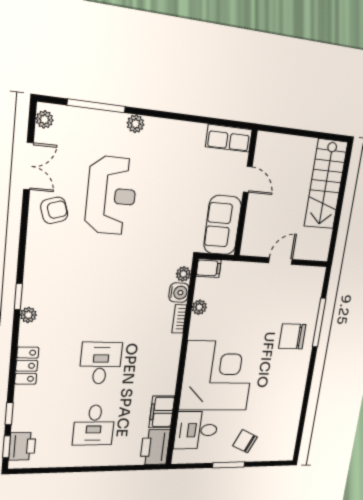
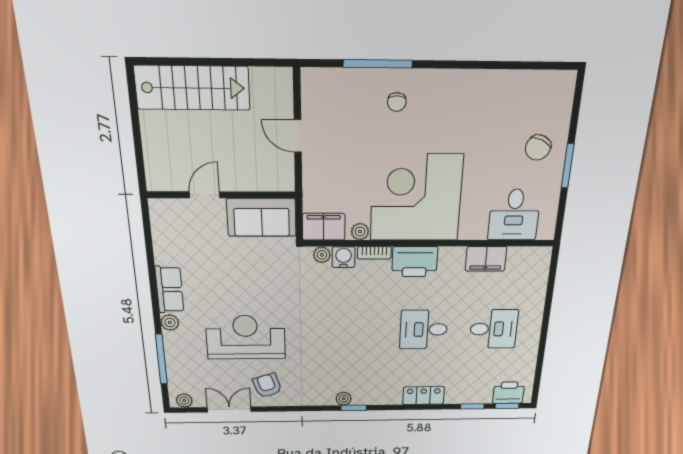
row of seats: (229, 138) -> (169, 290), moved
filing cabinet: (209, 268) -> (324, 227), width x2.00
plant: (28, 315) -> (344, 399), moved
chair: (292, 336) -> (397, 102), width x0.54, depth x0.54
corner desk: (217, 376) -> (416, 198), moved
printer: (155, 447) -> (415, 262), moved

